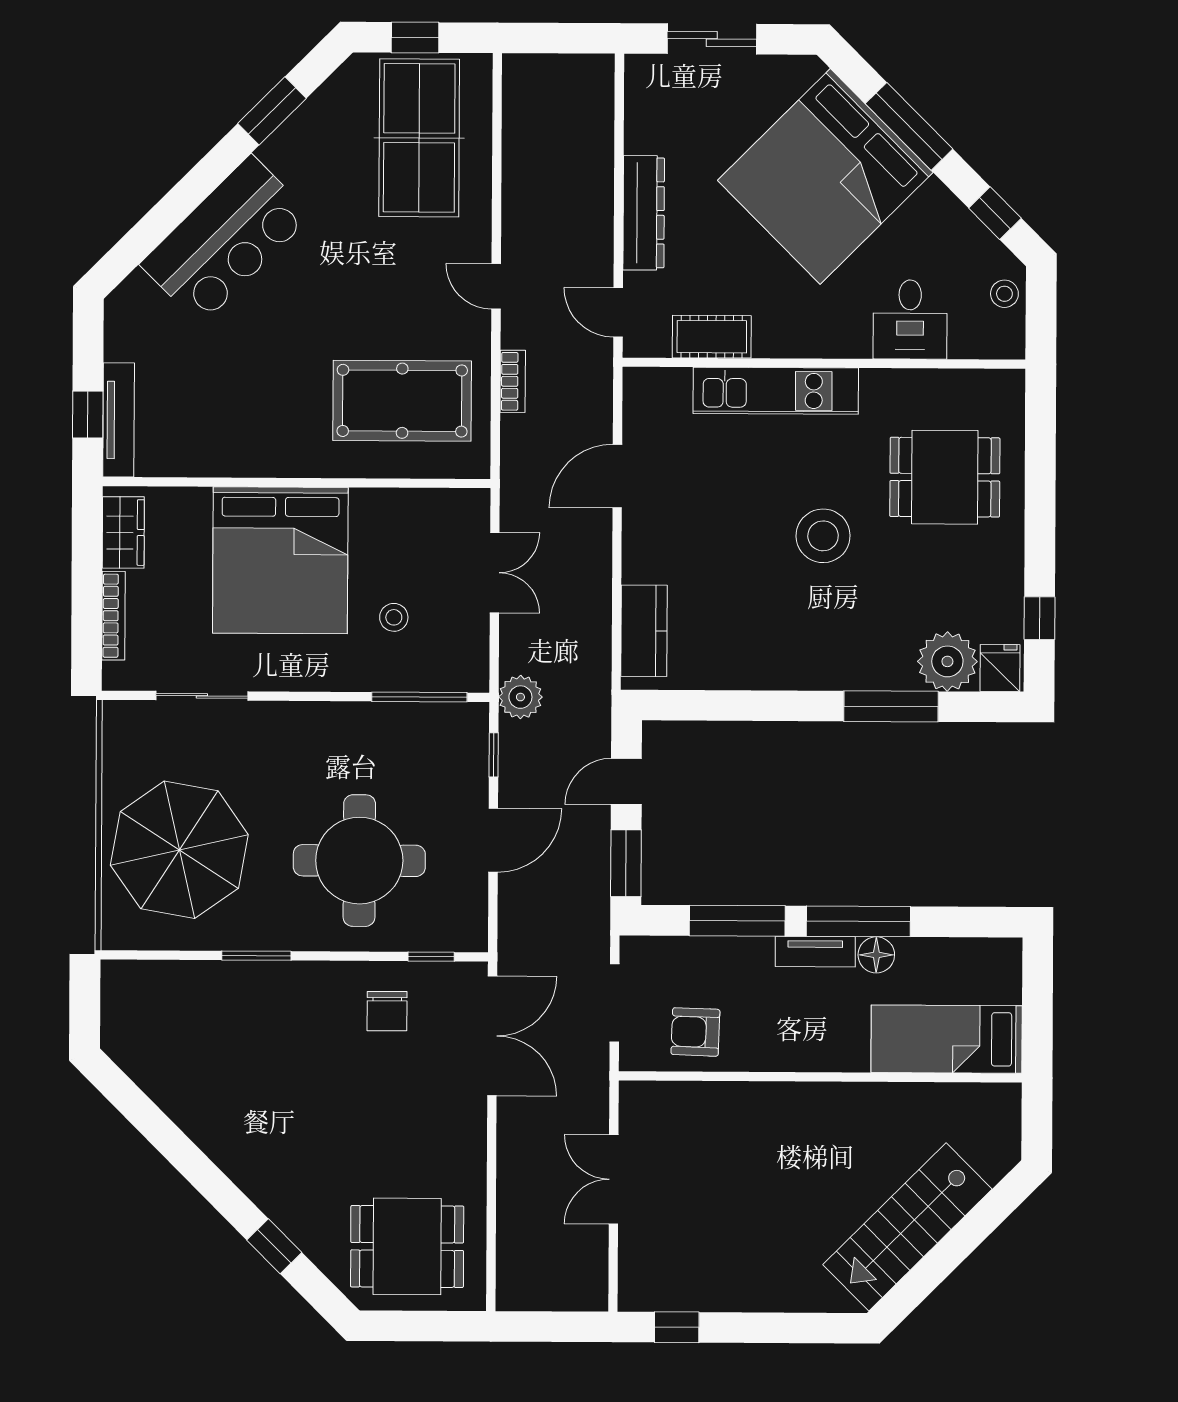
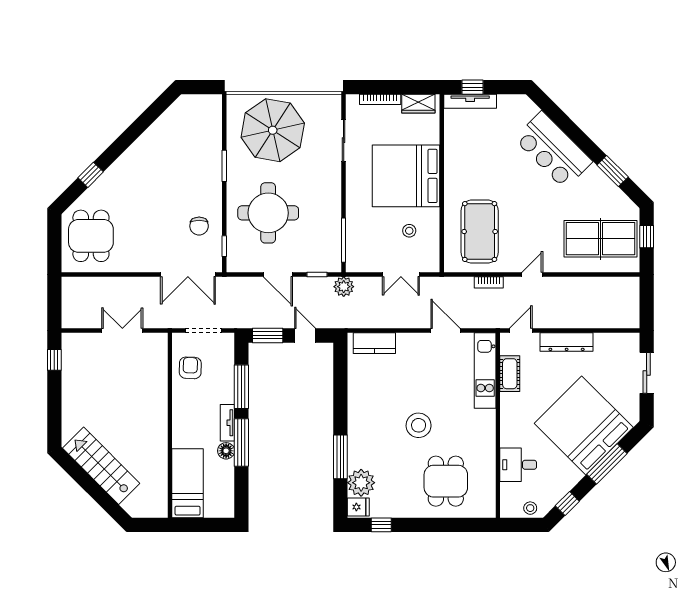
kitchen unit: (776, 391) -> (485, 371), moved
stool: (394, 617) -> (409, 231), moved
chair: (387, 1011) -> (199, 226), turned -90

